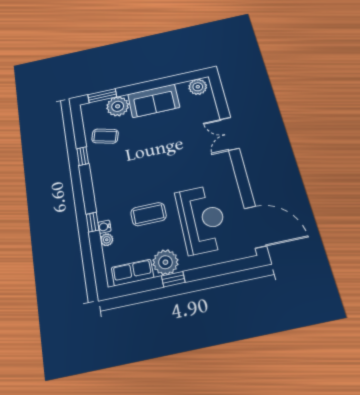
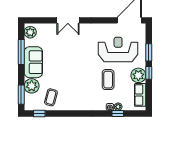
window: (165, 82) -> (21, 52), added
window: (83, 156) -> (39, 113), moved
window: (92, 222) -> (118, 113), moved
window: (209, 272) -> (149, 52), added

